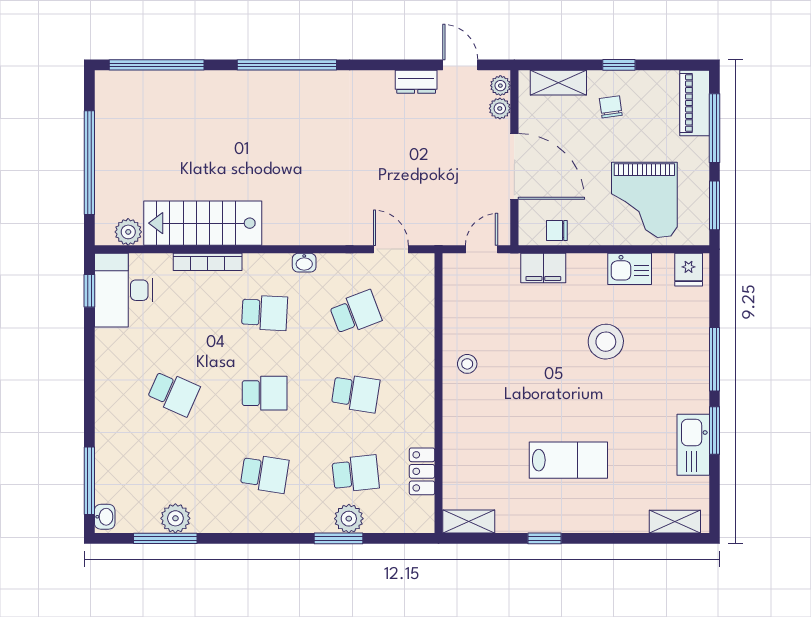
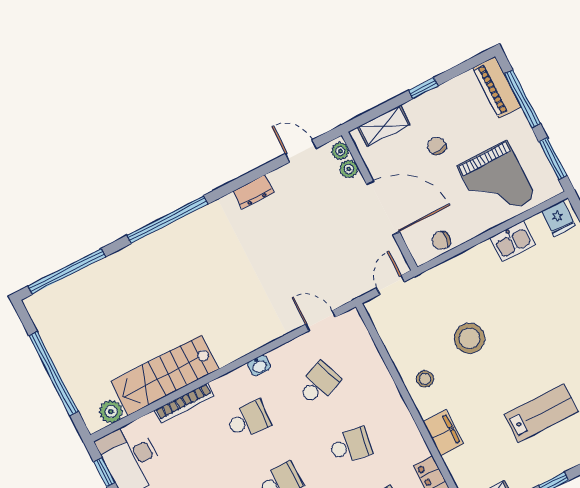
dresser: (416, 82) -> (254, 192), moved
chair: (611, 107) -> (437, 146), moved
filing cabinet: (543, 268) -> (443, 433), moved, turned -90
stool: (606, 342) -> (469, 338), moved

